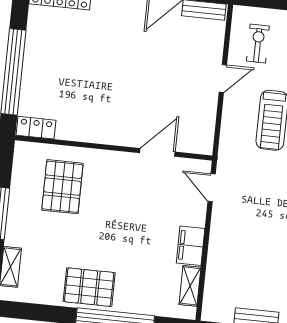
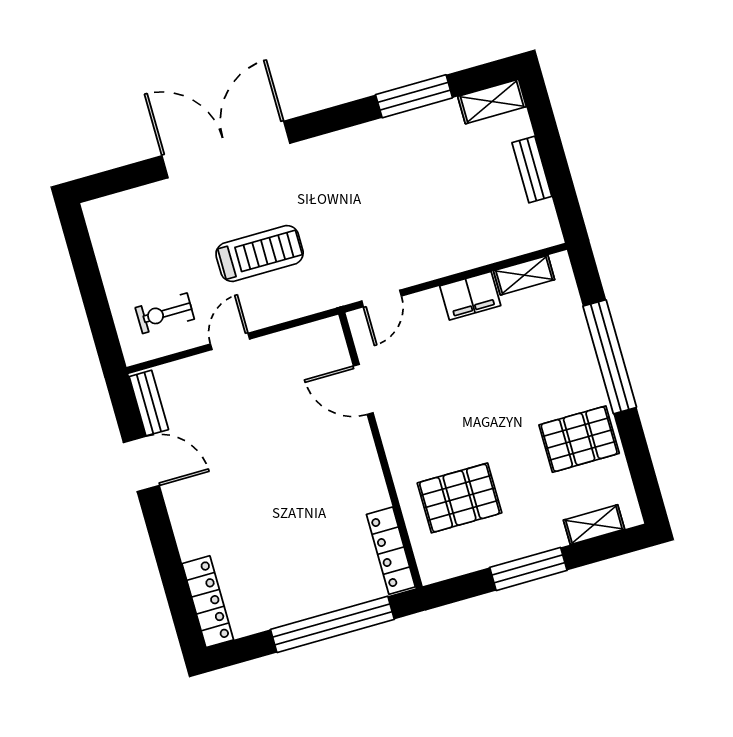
door: (223, 79) -> (230, 341), hinge flipped
locker: (36, 128) -> (391, 551), width x1.53
pallet: (89, 287) -> (579, 439), moved, turned 90

